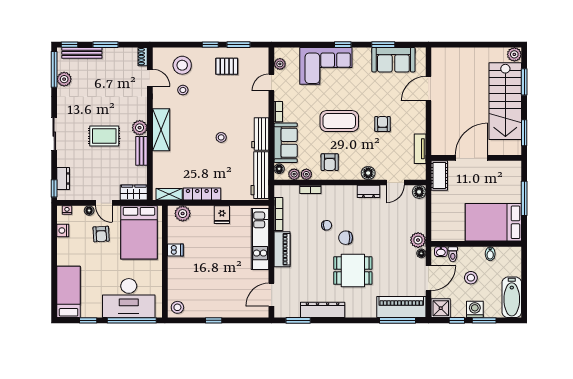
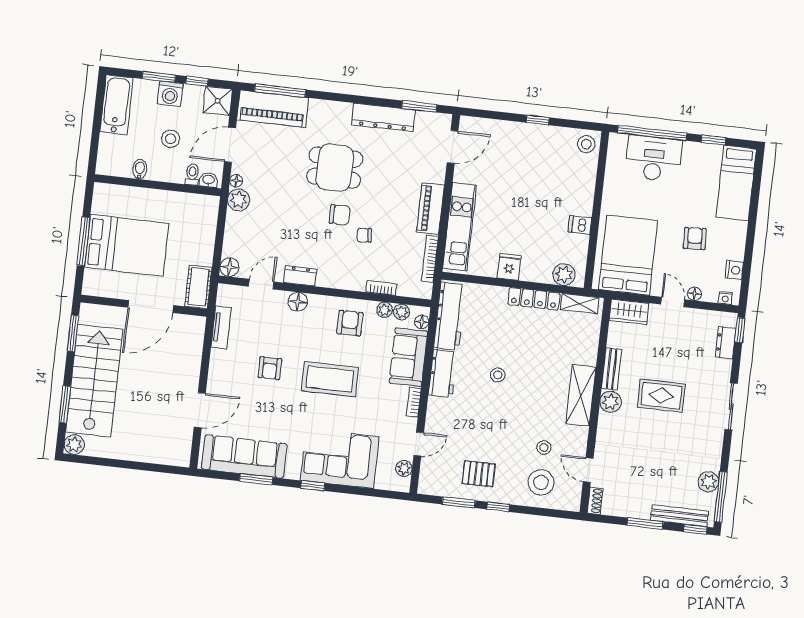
sofa: (393, 60) -> (244, 456), width x1.36
bed: (493, 222) -> (127, 245), moved
armchair: (101, 234) -> (695, 239), moved
desk: (129, 298) -> (654, 158), width x0.73, depth x0.77

